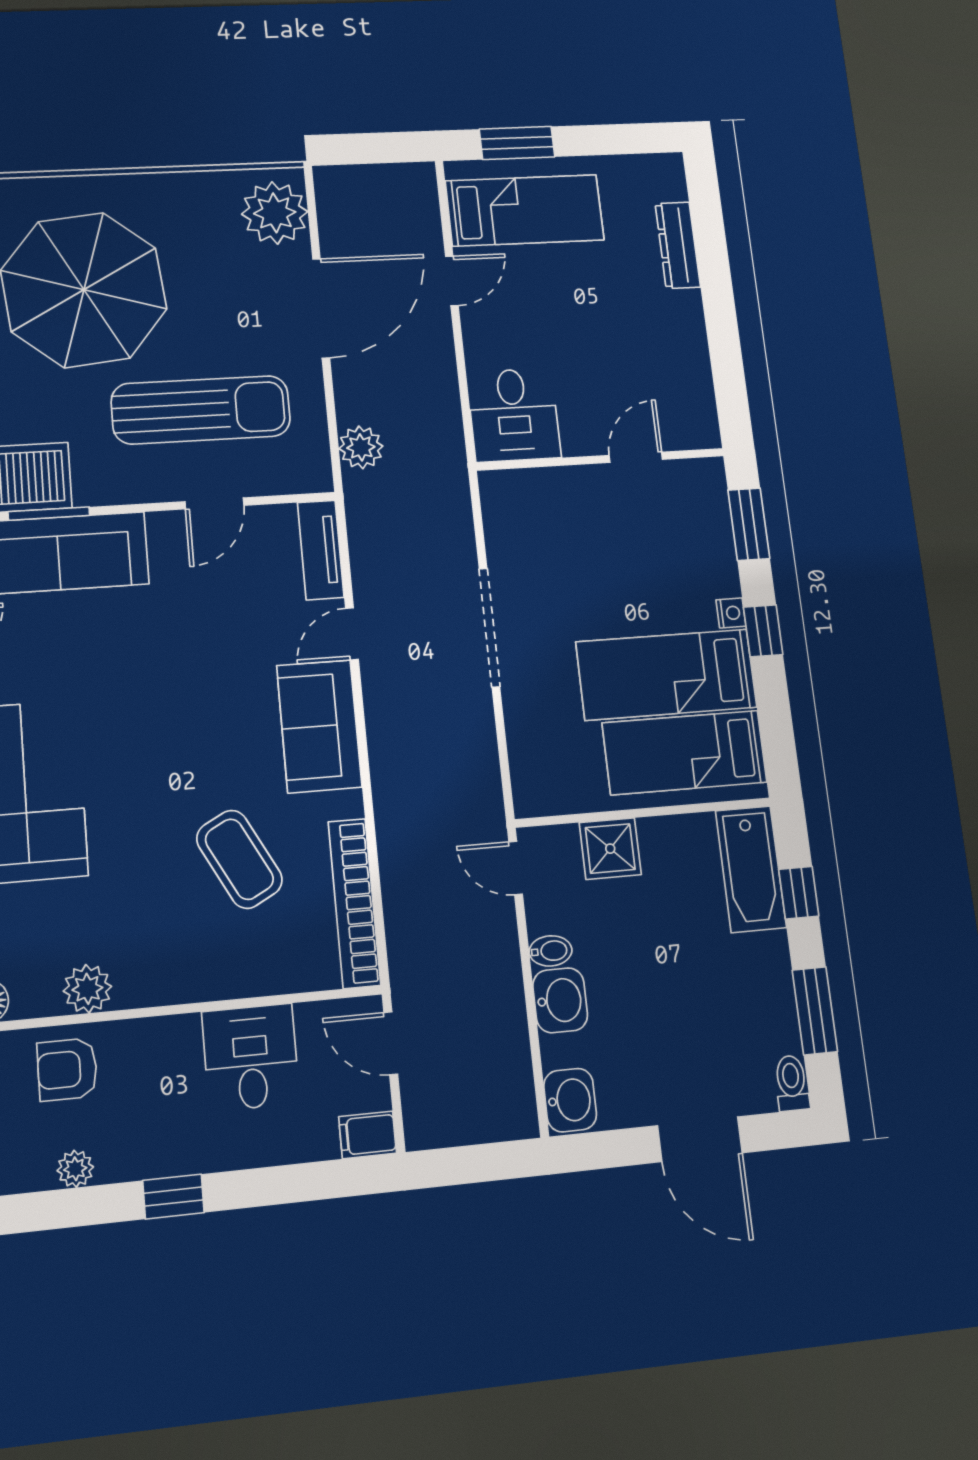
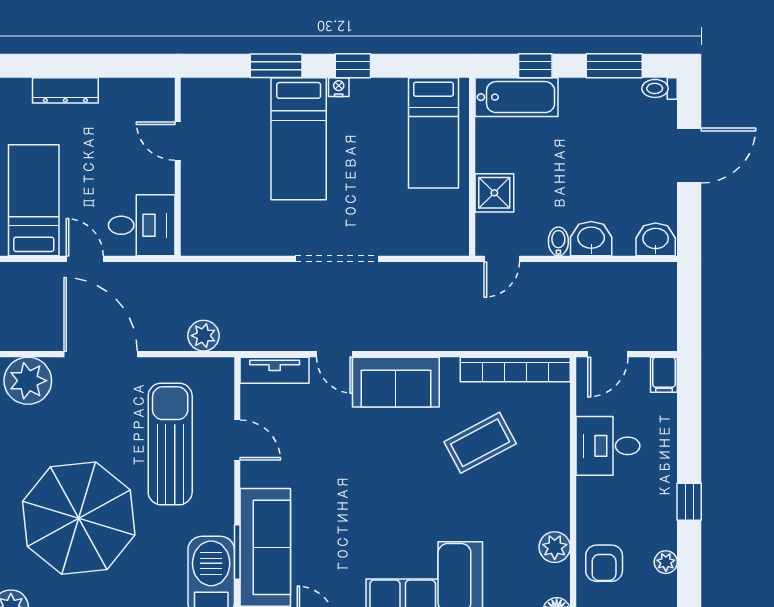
desk: (514, 415) -> (142, 225), moved
door: (636, 457) -> (178, 141), moved
wall: (601, 459) -> (178, 167), moved
bed: (666, 675) -> (299, 139), moved

